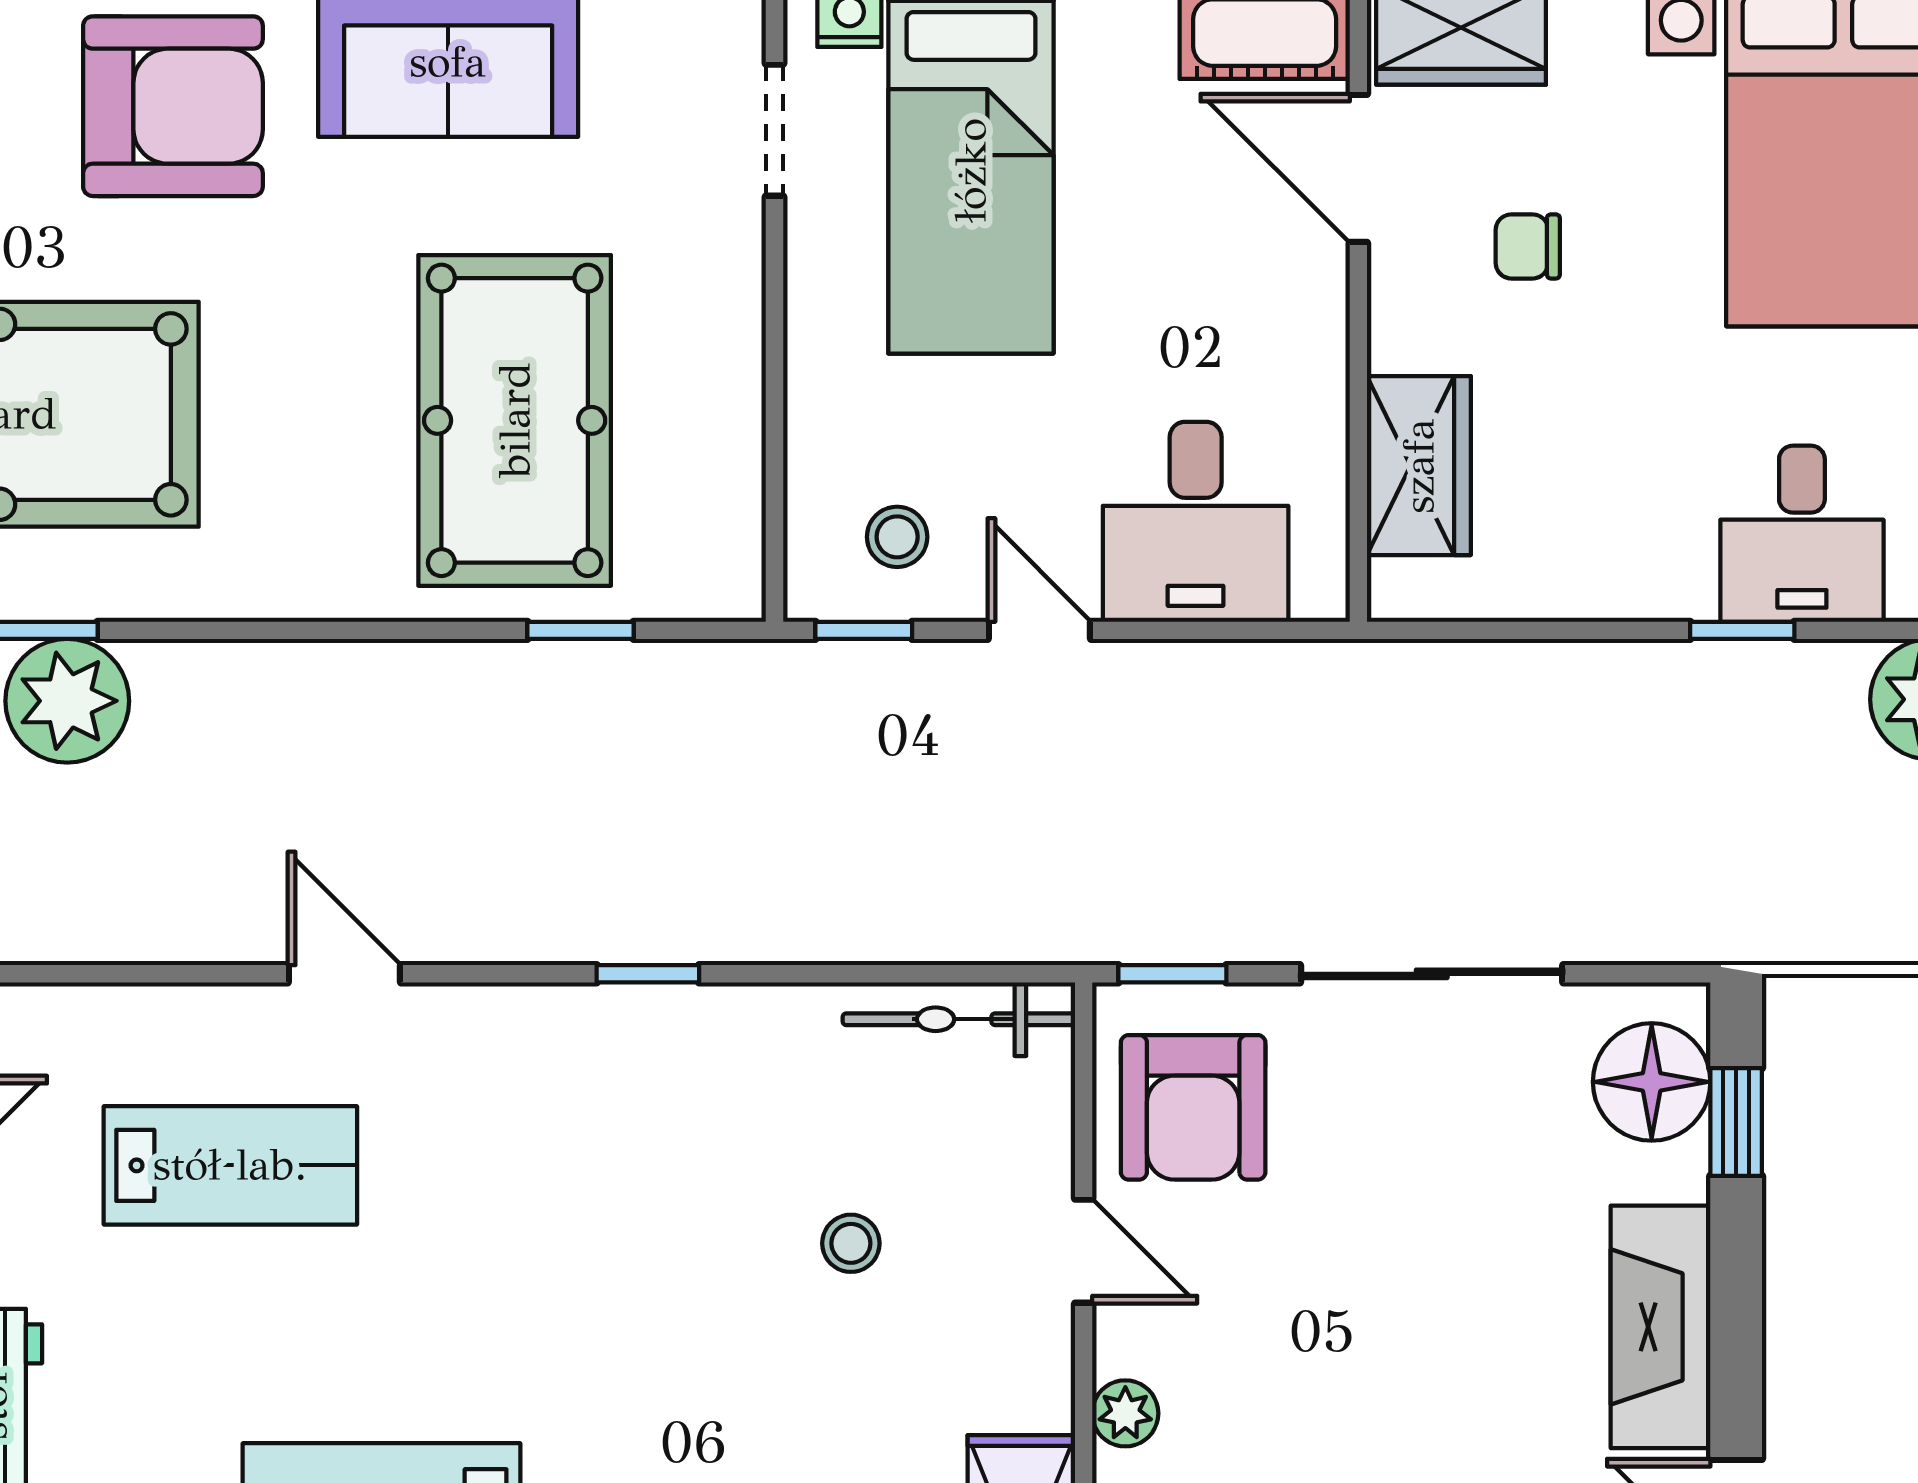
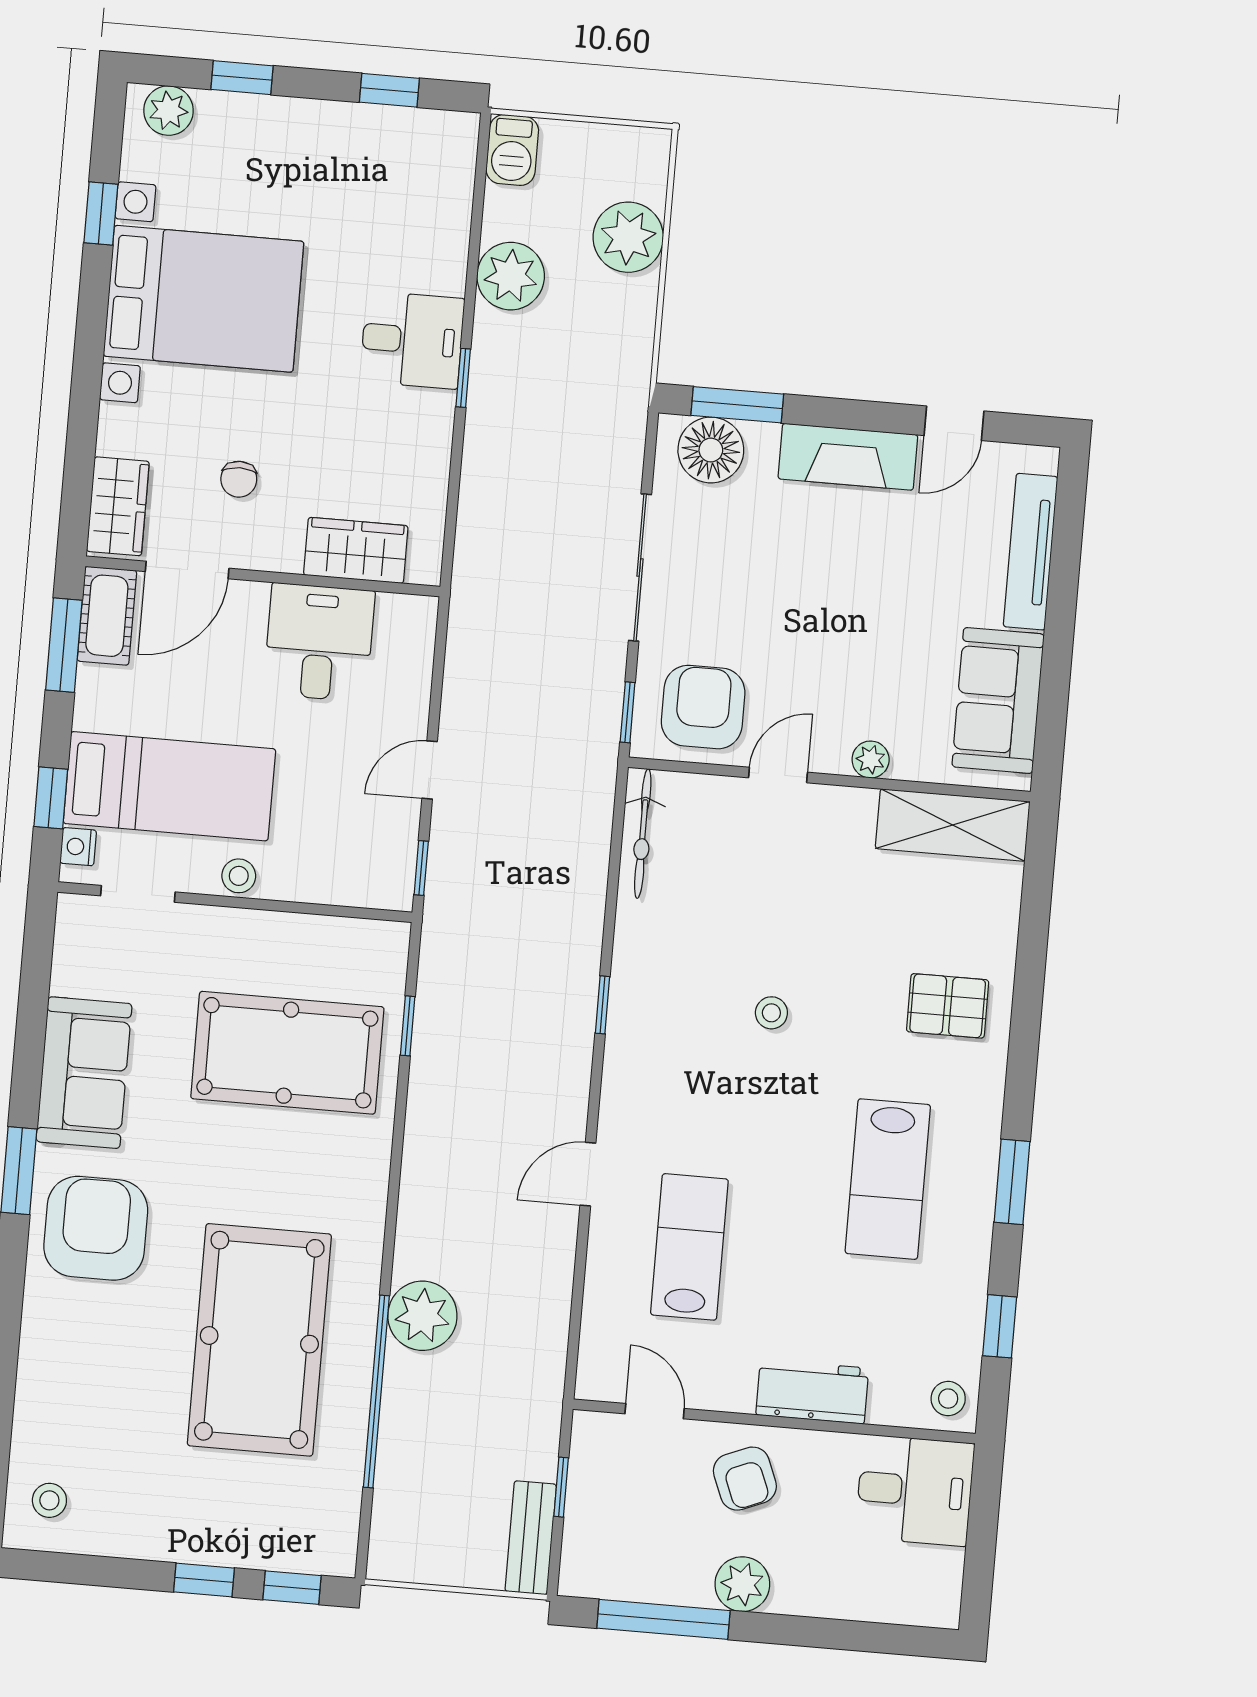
desk: (1196, 522) -> (319, 642), moved, turned -90
stool: (897, 537) -> (239, 876), moved
armchair: (1193, 1107) -> (703, 707), turned -90
window: (1736, 1122) -> (737, 405), width x1.50
stool: (851, 1243) -> (771, 1013), moved

